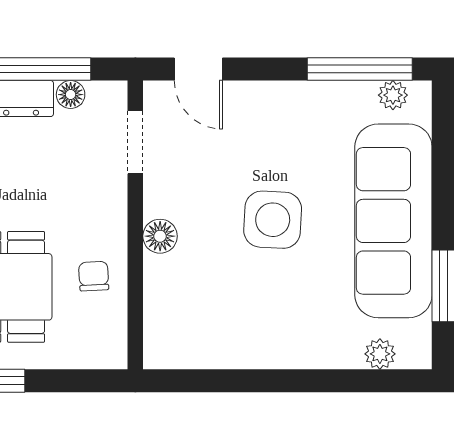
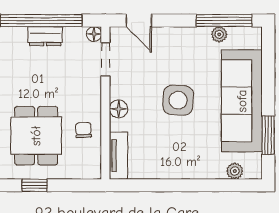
floor lamp: (71, 95) -> (94, 34), moved
plant: (393, 95) -> (219, 34), moved
tv unit: (160, 325) -> (119, 156), added

